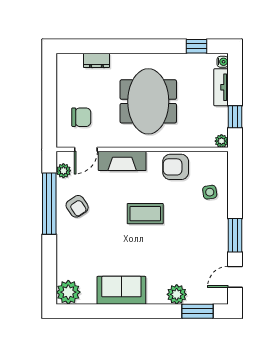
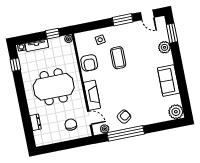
coffee table: (145, 214) -> (118, 58), moved

